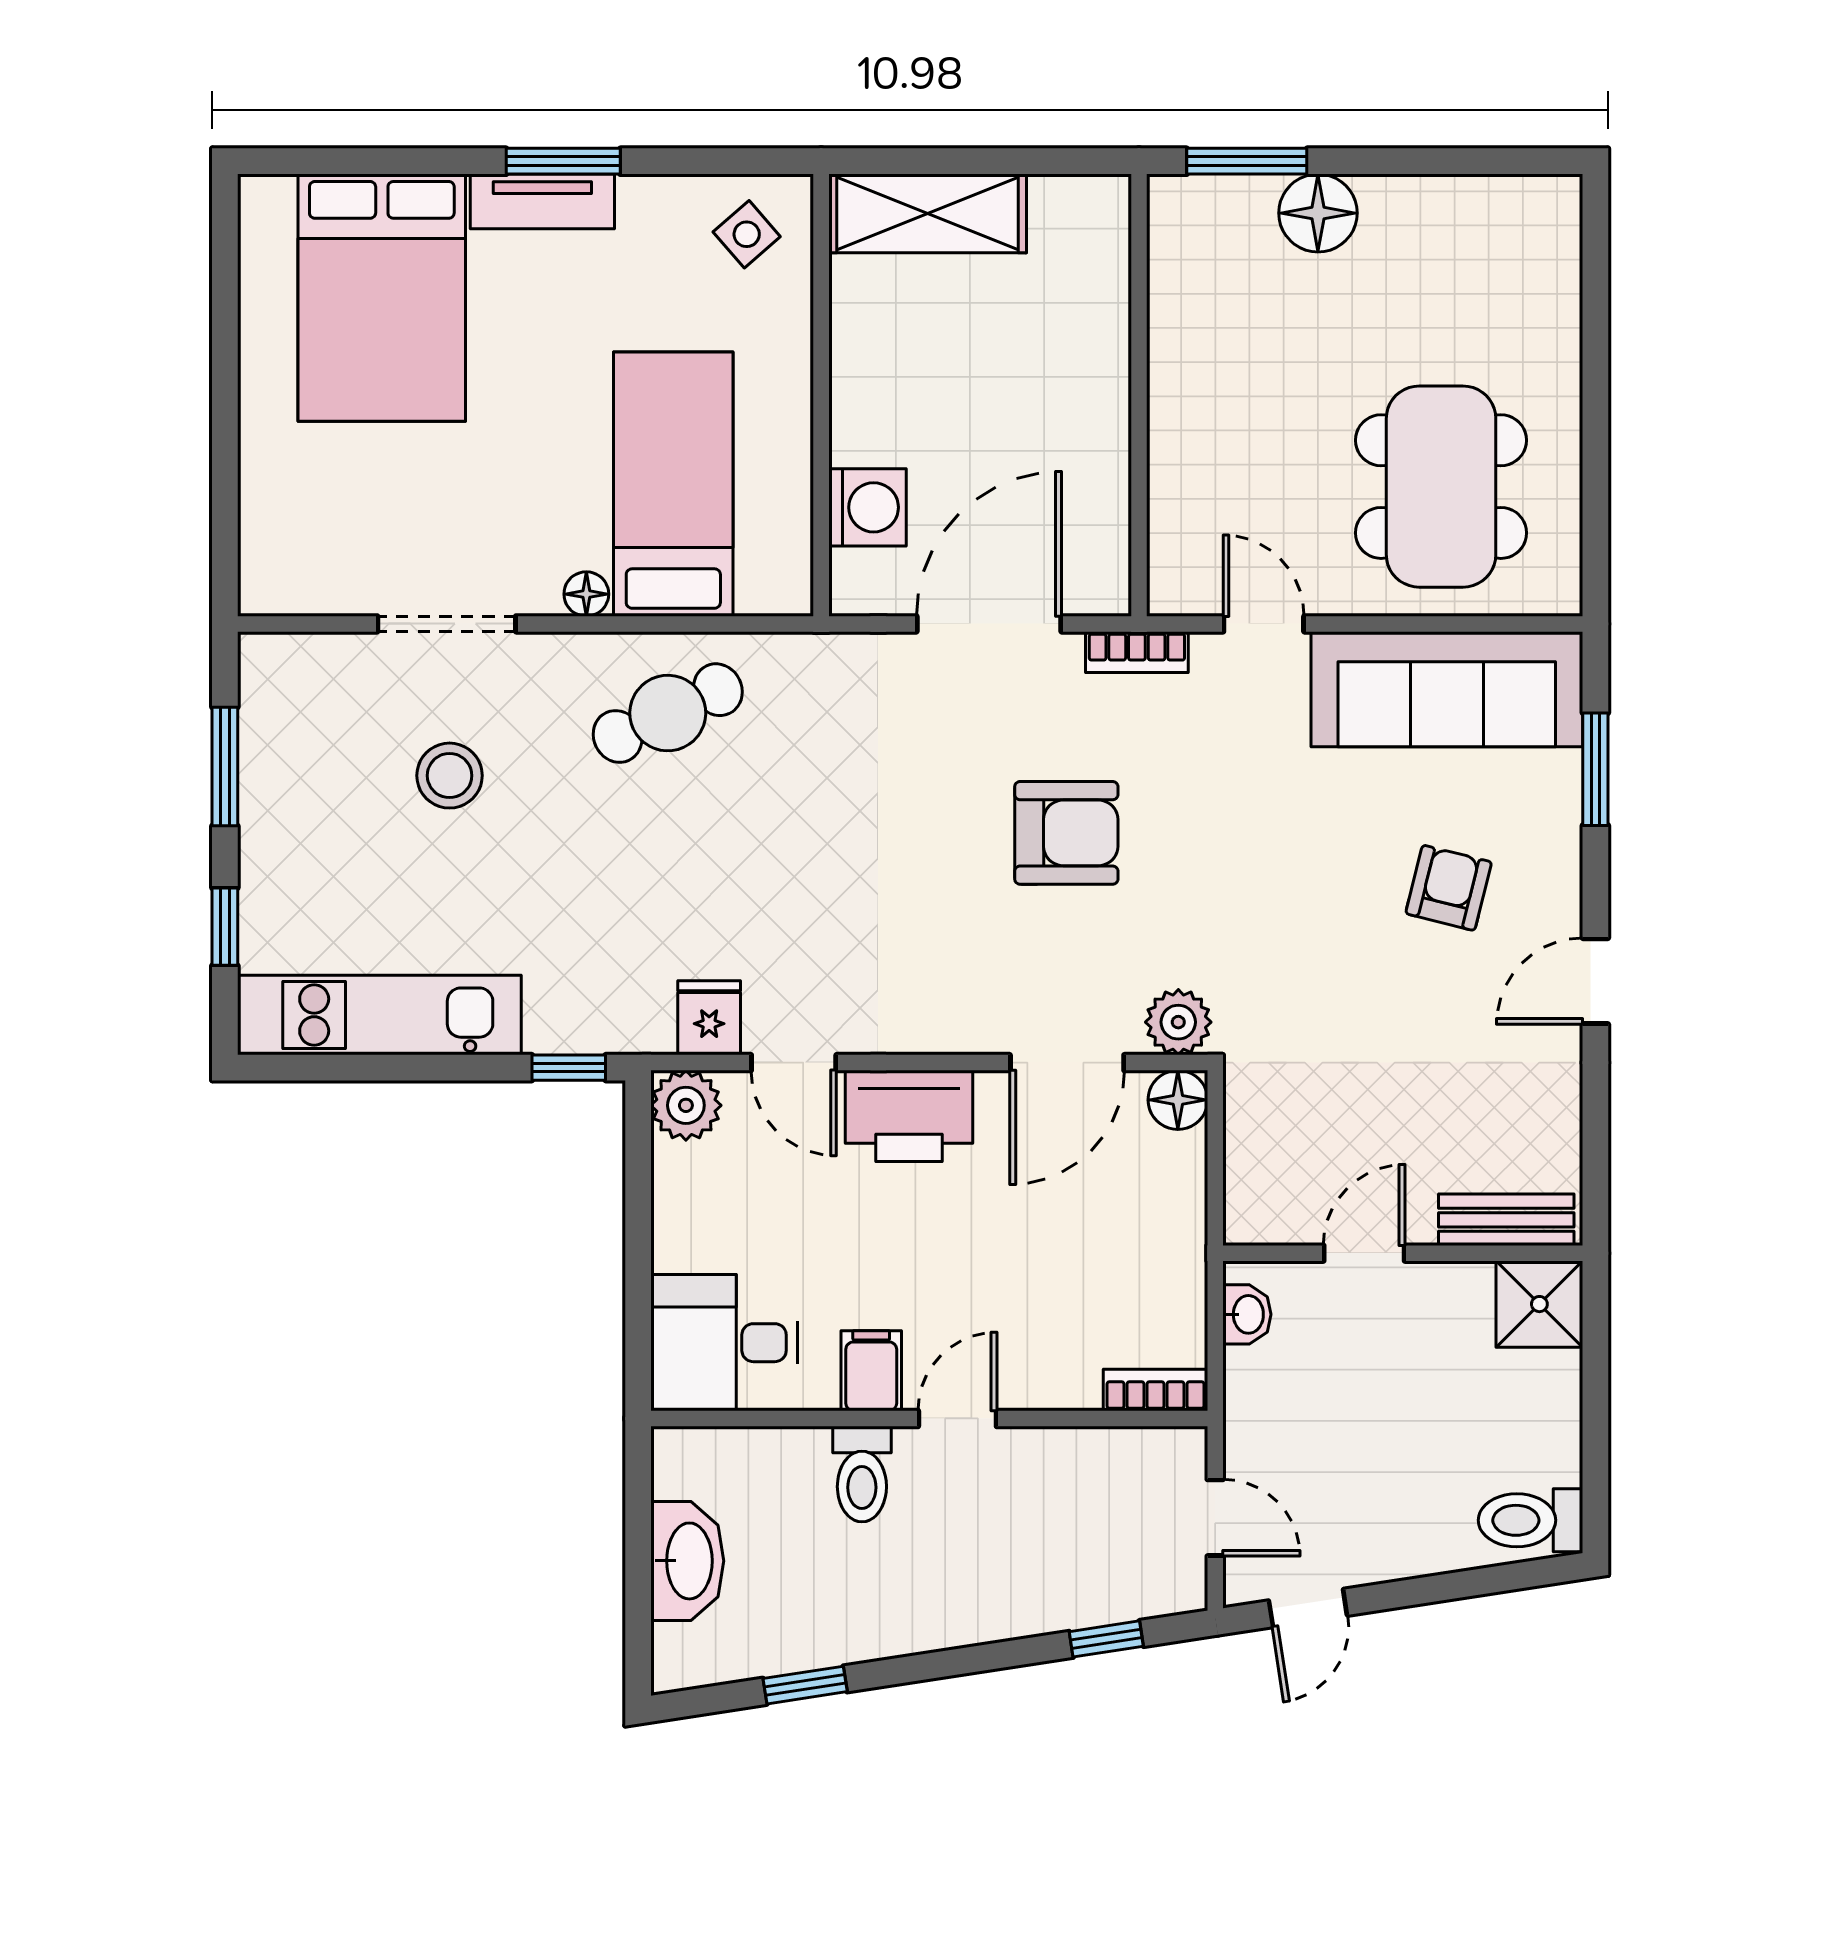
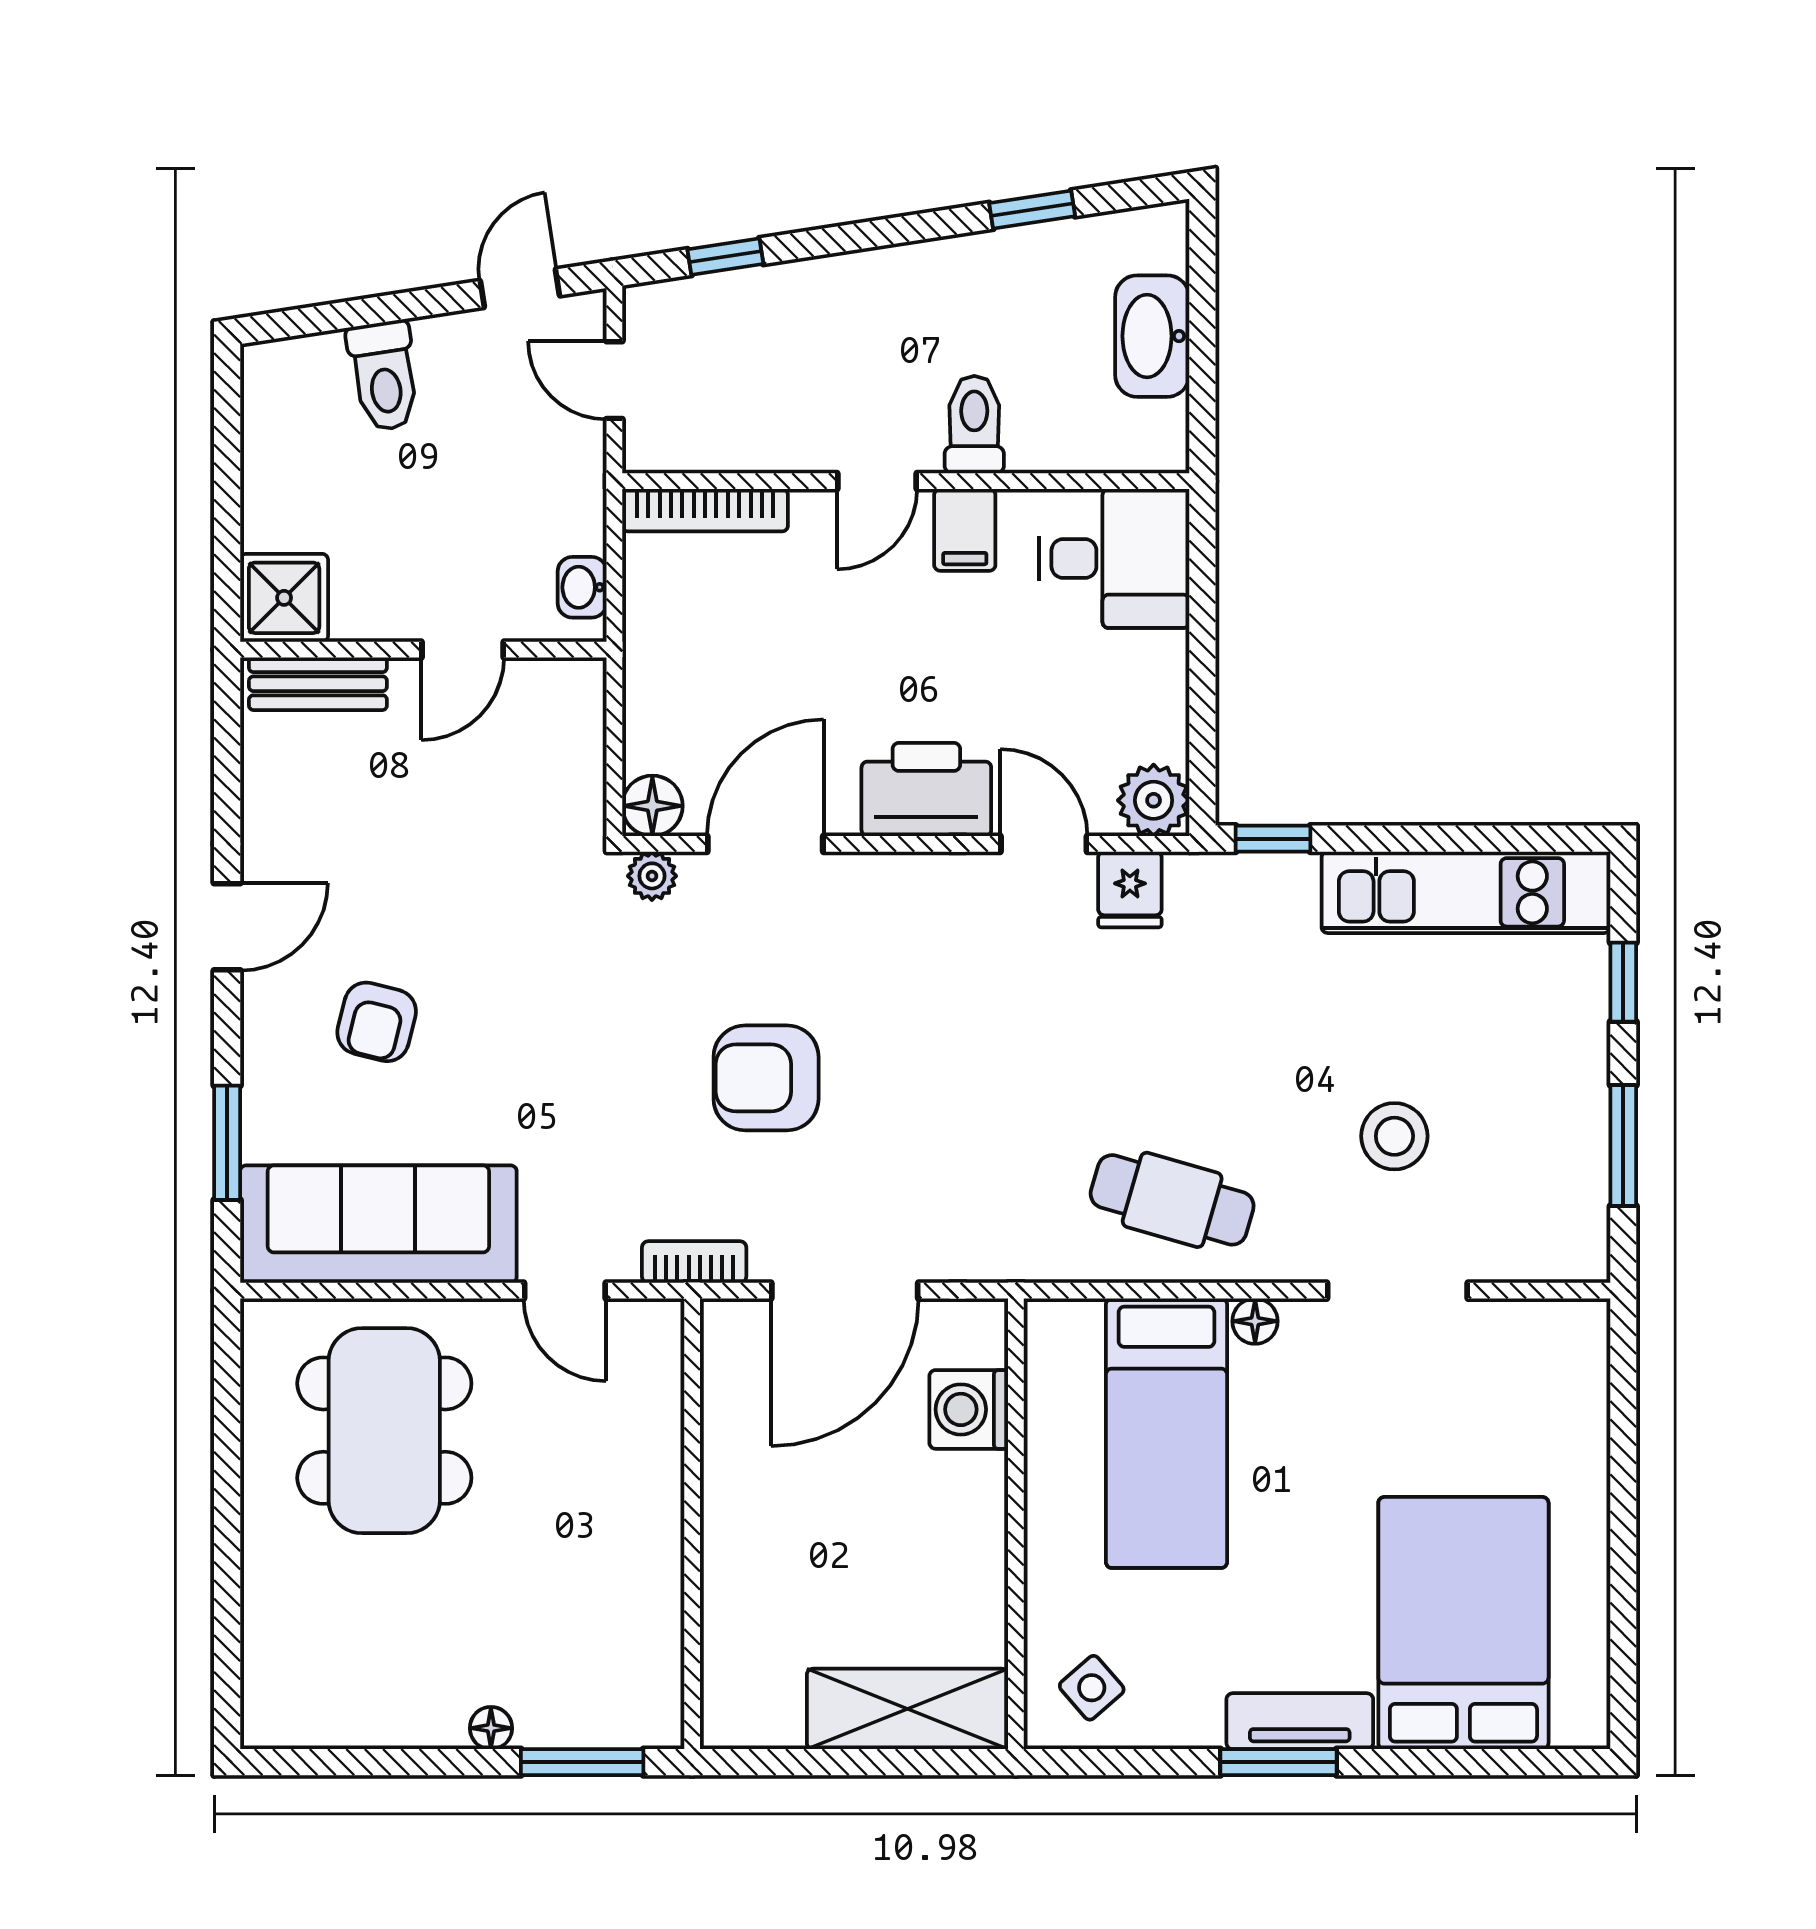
floor lamp: (1318, 213) -> (491, 1728), width x0.53, depth x0.53
cafe table: (668, 713) -> (1172, 1200), turned 41
plant: (1178, 1022) -> (652, 876), width x0.73, depth x0.73
bookcase: (1156, 1390) -> (705, 510), width x1.56
toilet: (1530, 1520) -> (384, 376), moved, turned 81

